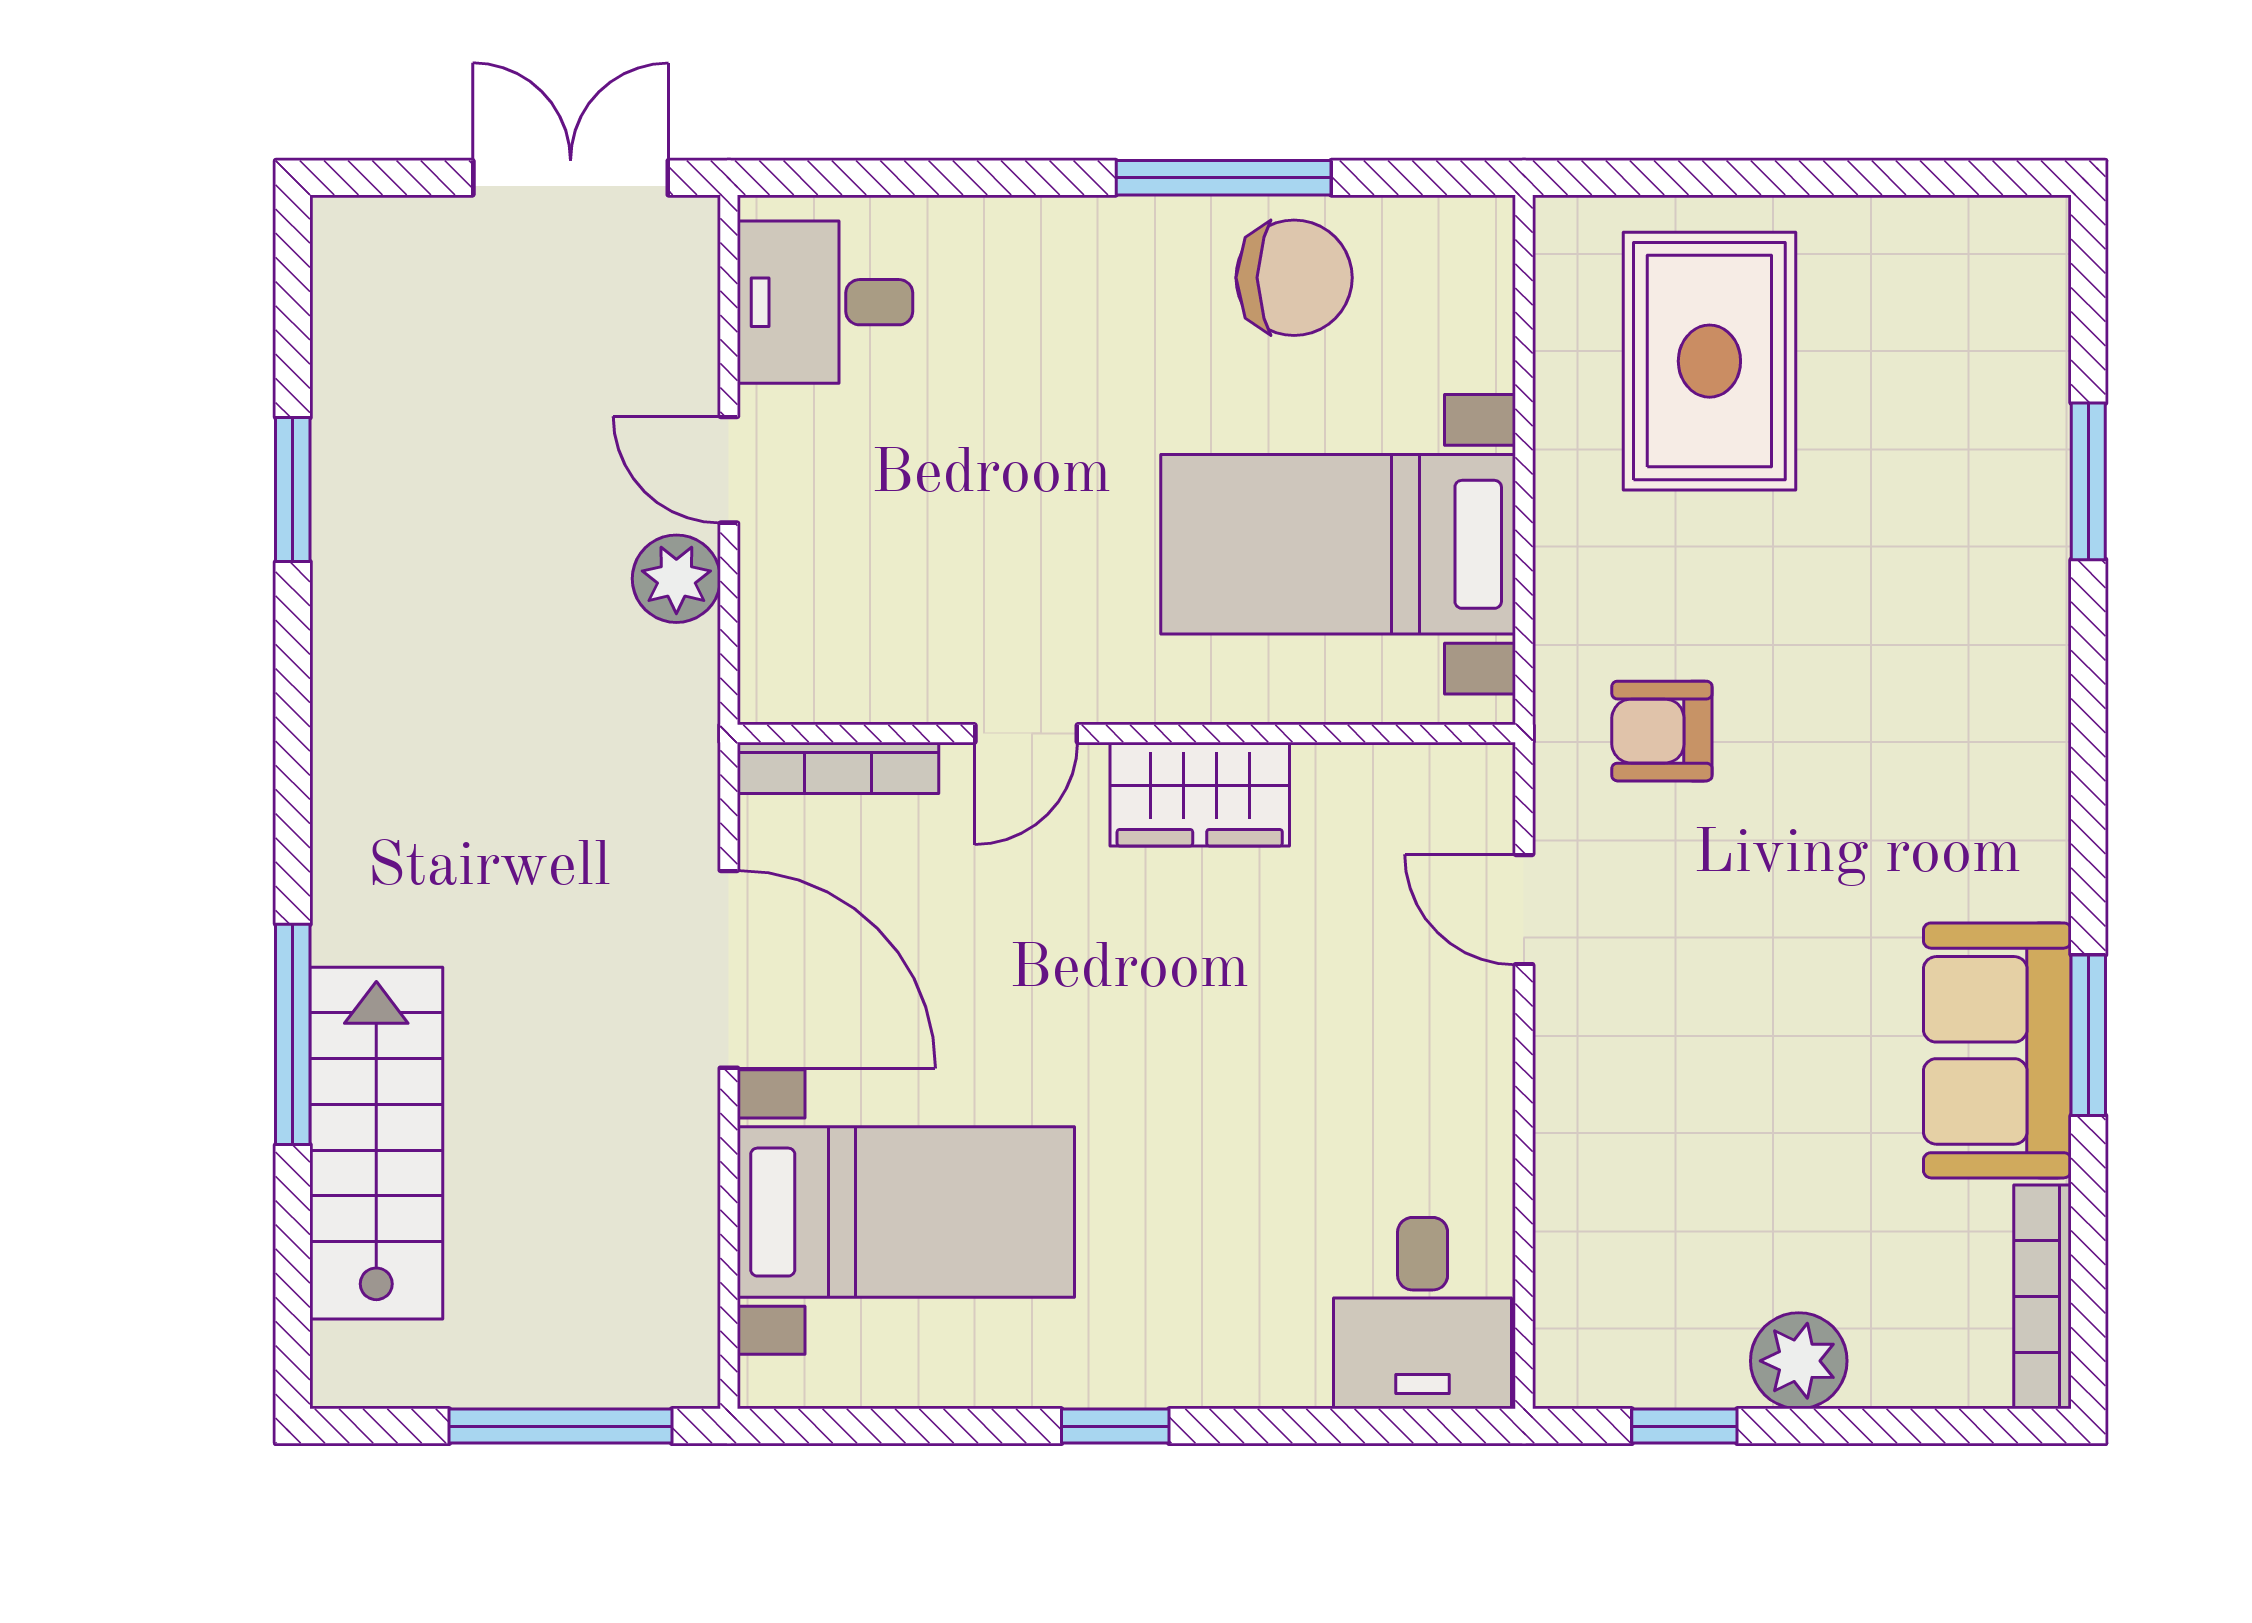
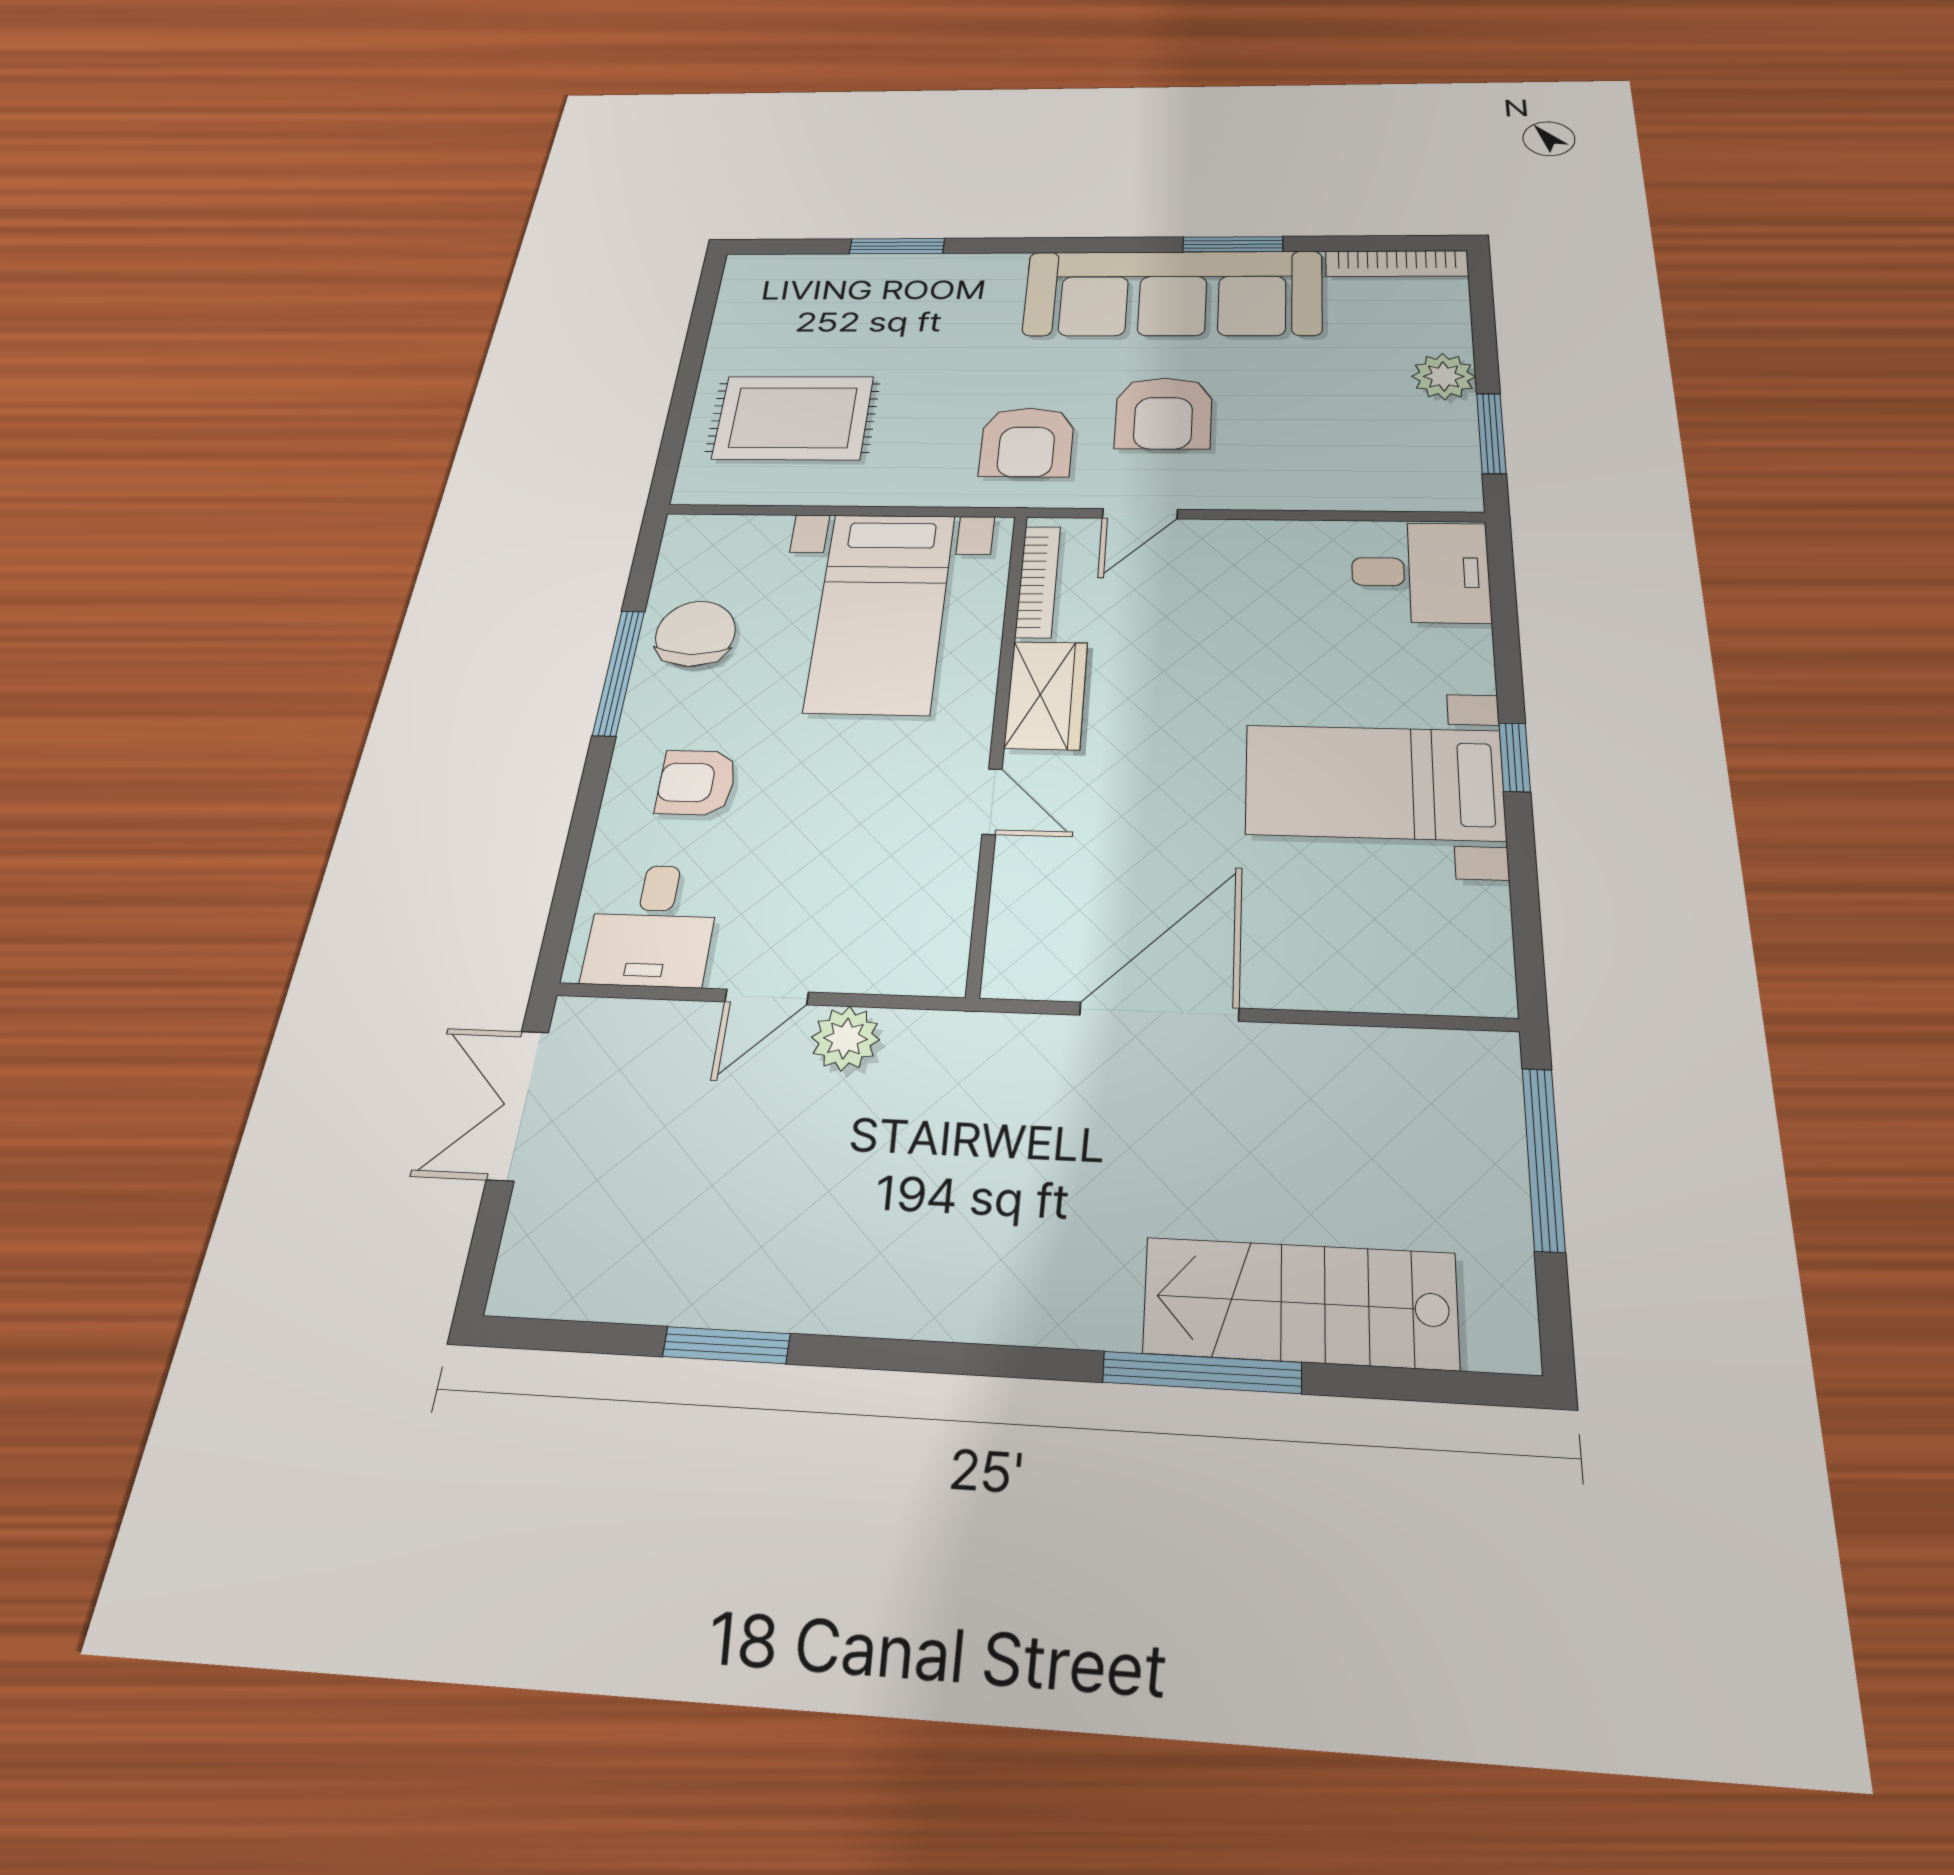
armchair: (1044, 323) -> (696, 783), added
armchair: (1662, 731) -> (1027, 442), width x1.38, depth x1.38
bookcase: (838, 768) -> (1038, 581), moved
armchair: (1722, 937) -> (1164, 413), added
sofa: (1997, 1050) -> (1173, 293), width x1.85, depth x1.27
bed with nightstands: (906, 1212) -> (1374, 782), moved, turned -90
window: (1684, 1426) -> (1491, 433), width x1.50

